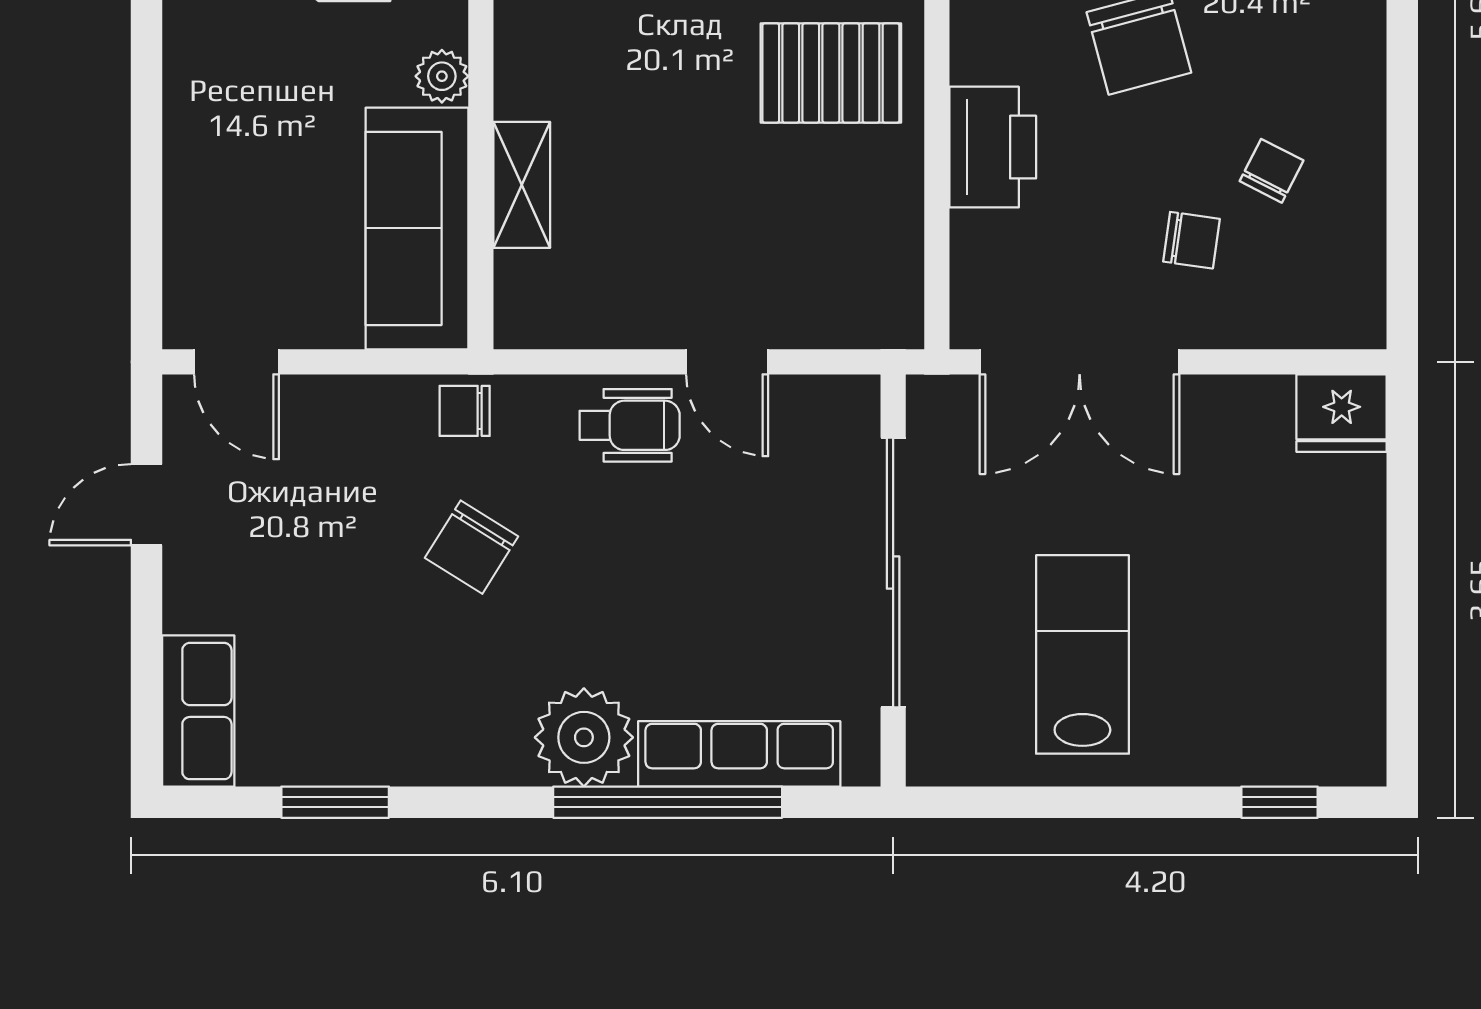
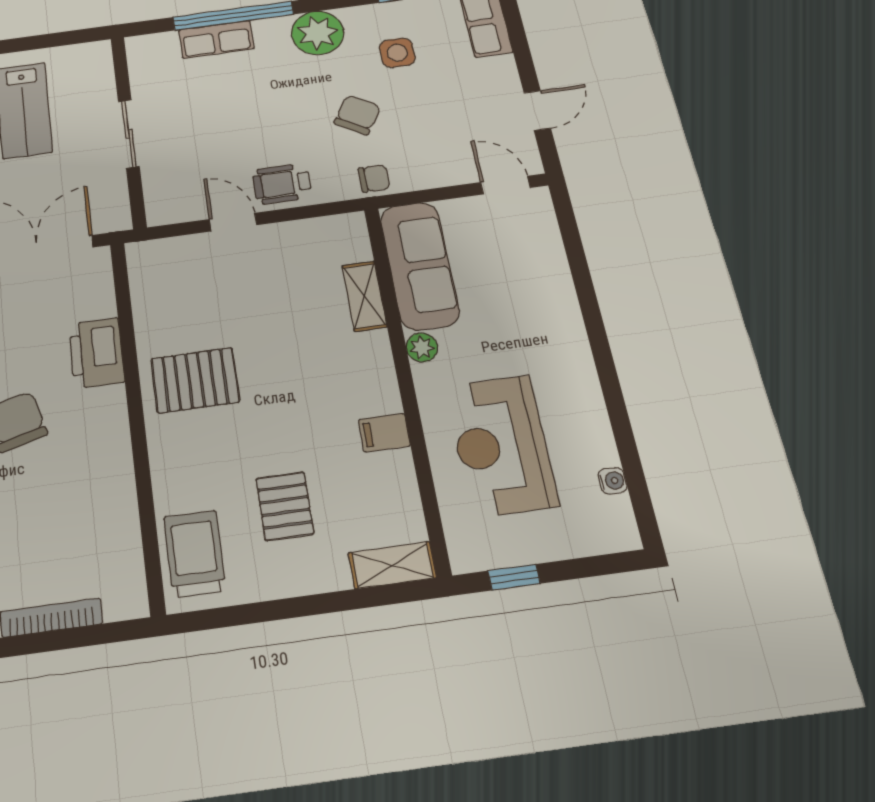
sliding door: (893, 573) -> (129, 134), width x0.54
side table: (375, 669) -> (397, 53), added
plant: (584, 737) -> (318, 33), moved
row of seats: (739, 754) -> (216, 39), width x0.68

